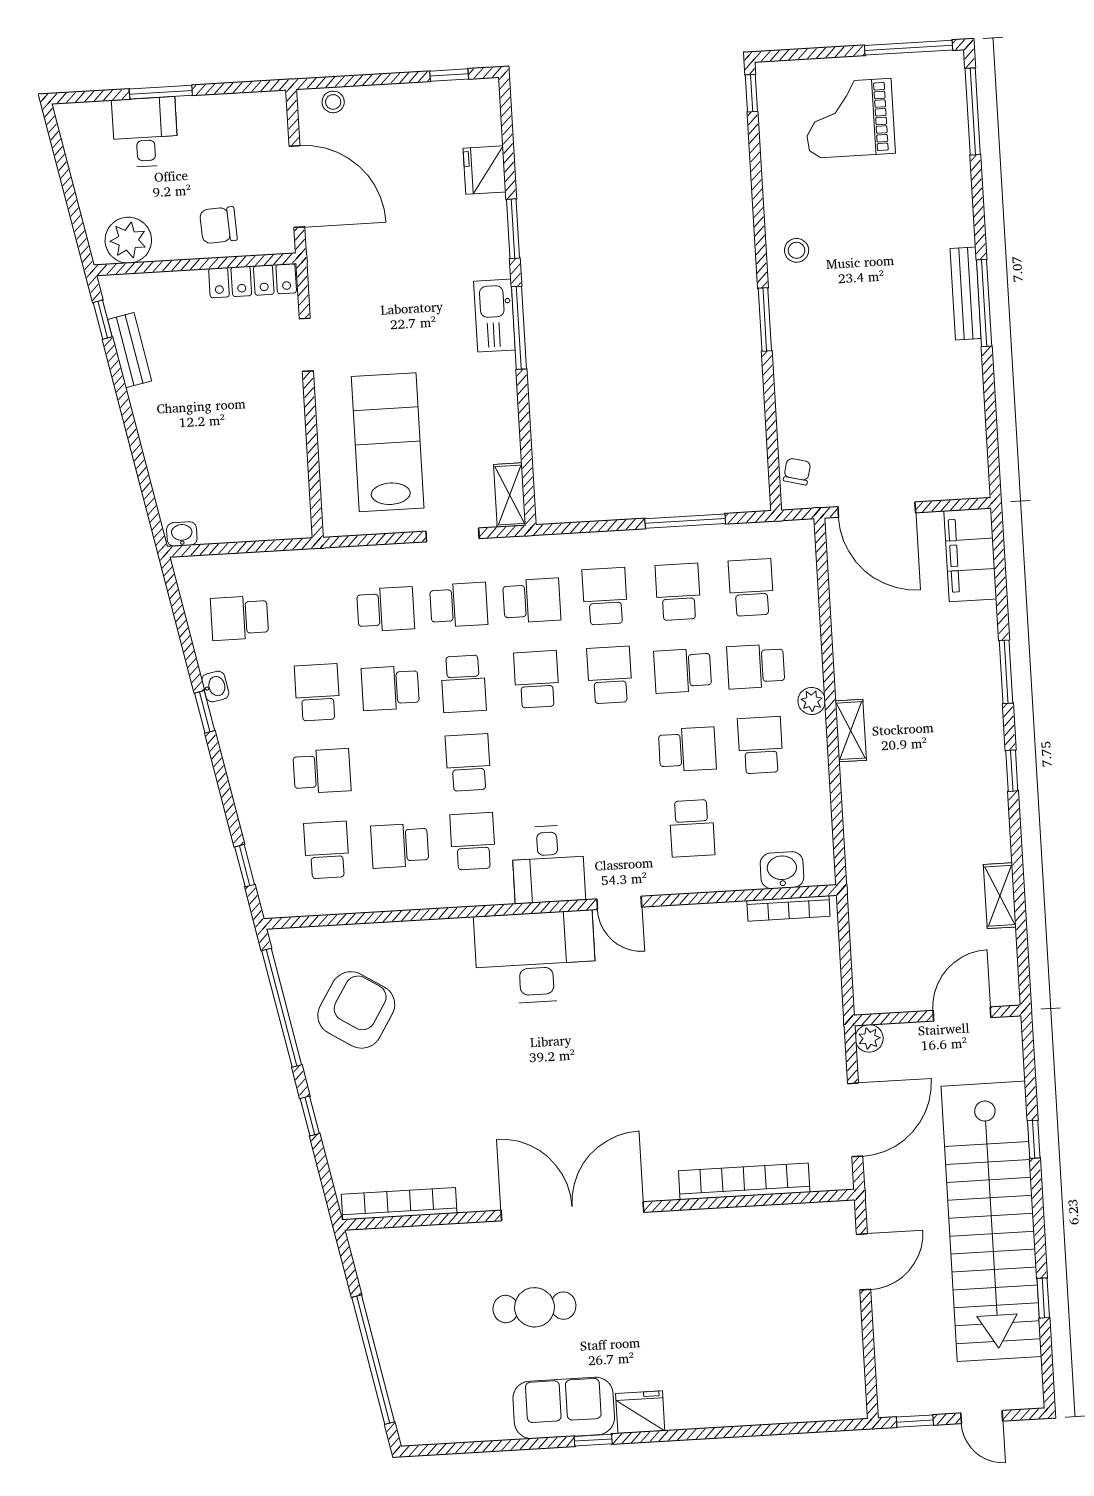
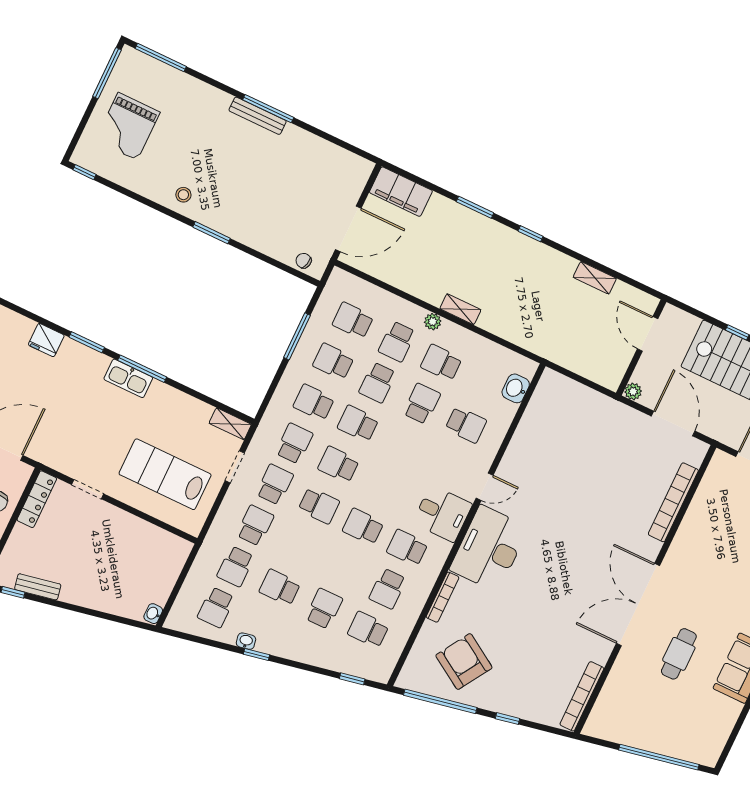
school desk: (390, 688) -> (236, 566), moved
bookcase: (788, 908) -> (443, 597), moved

